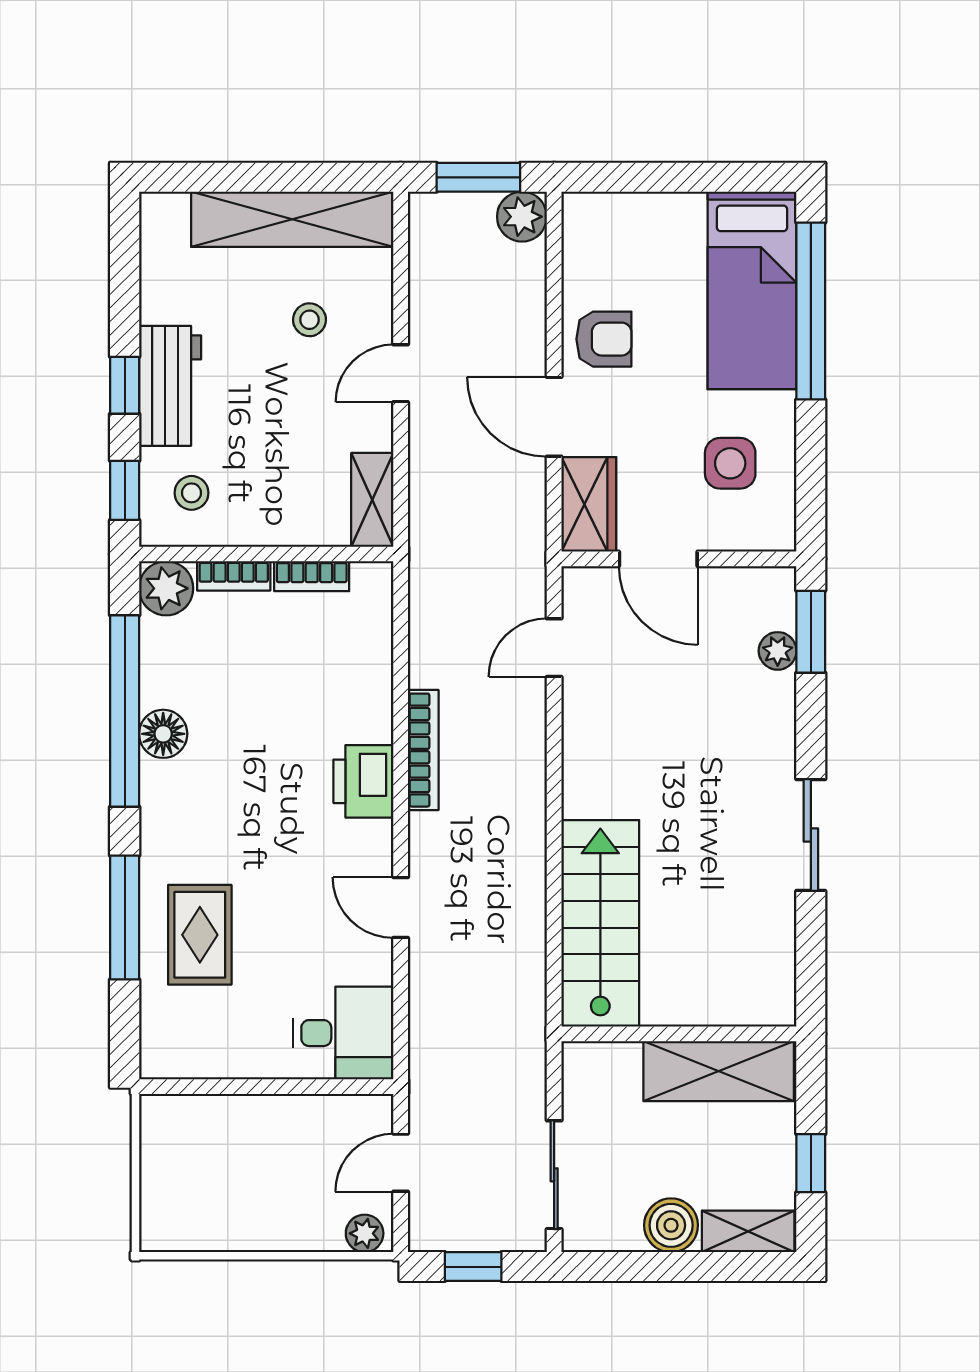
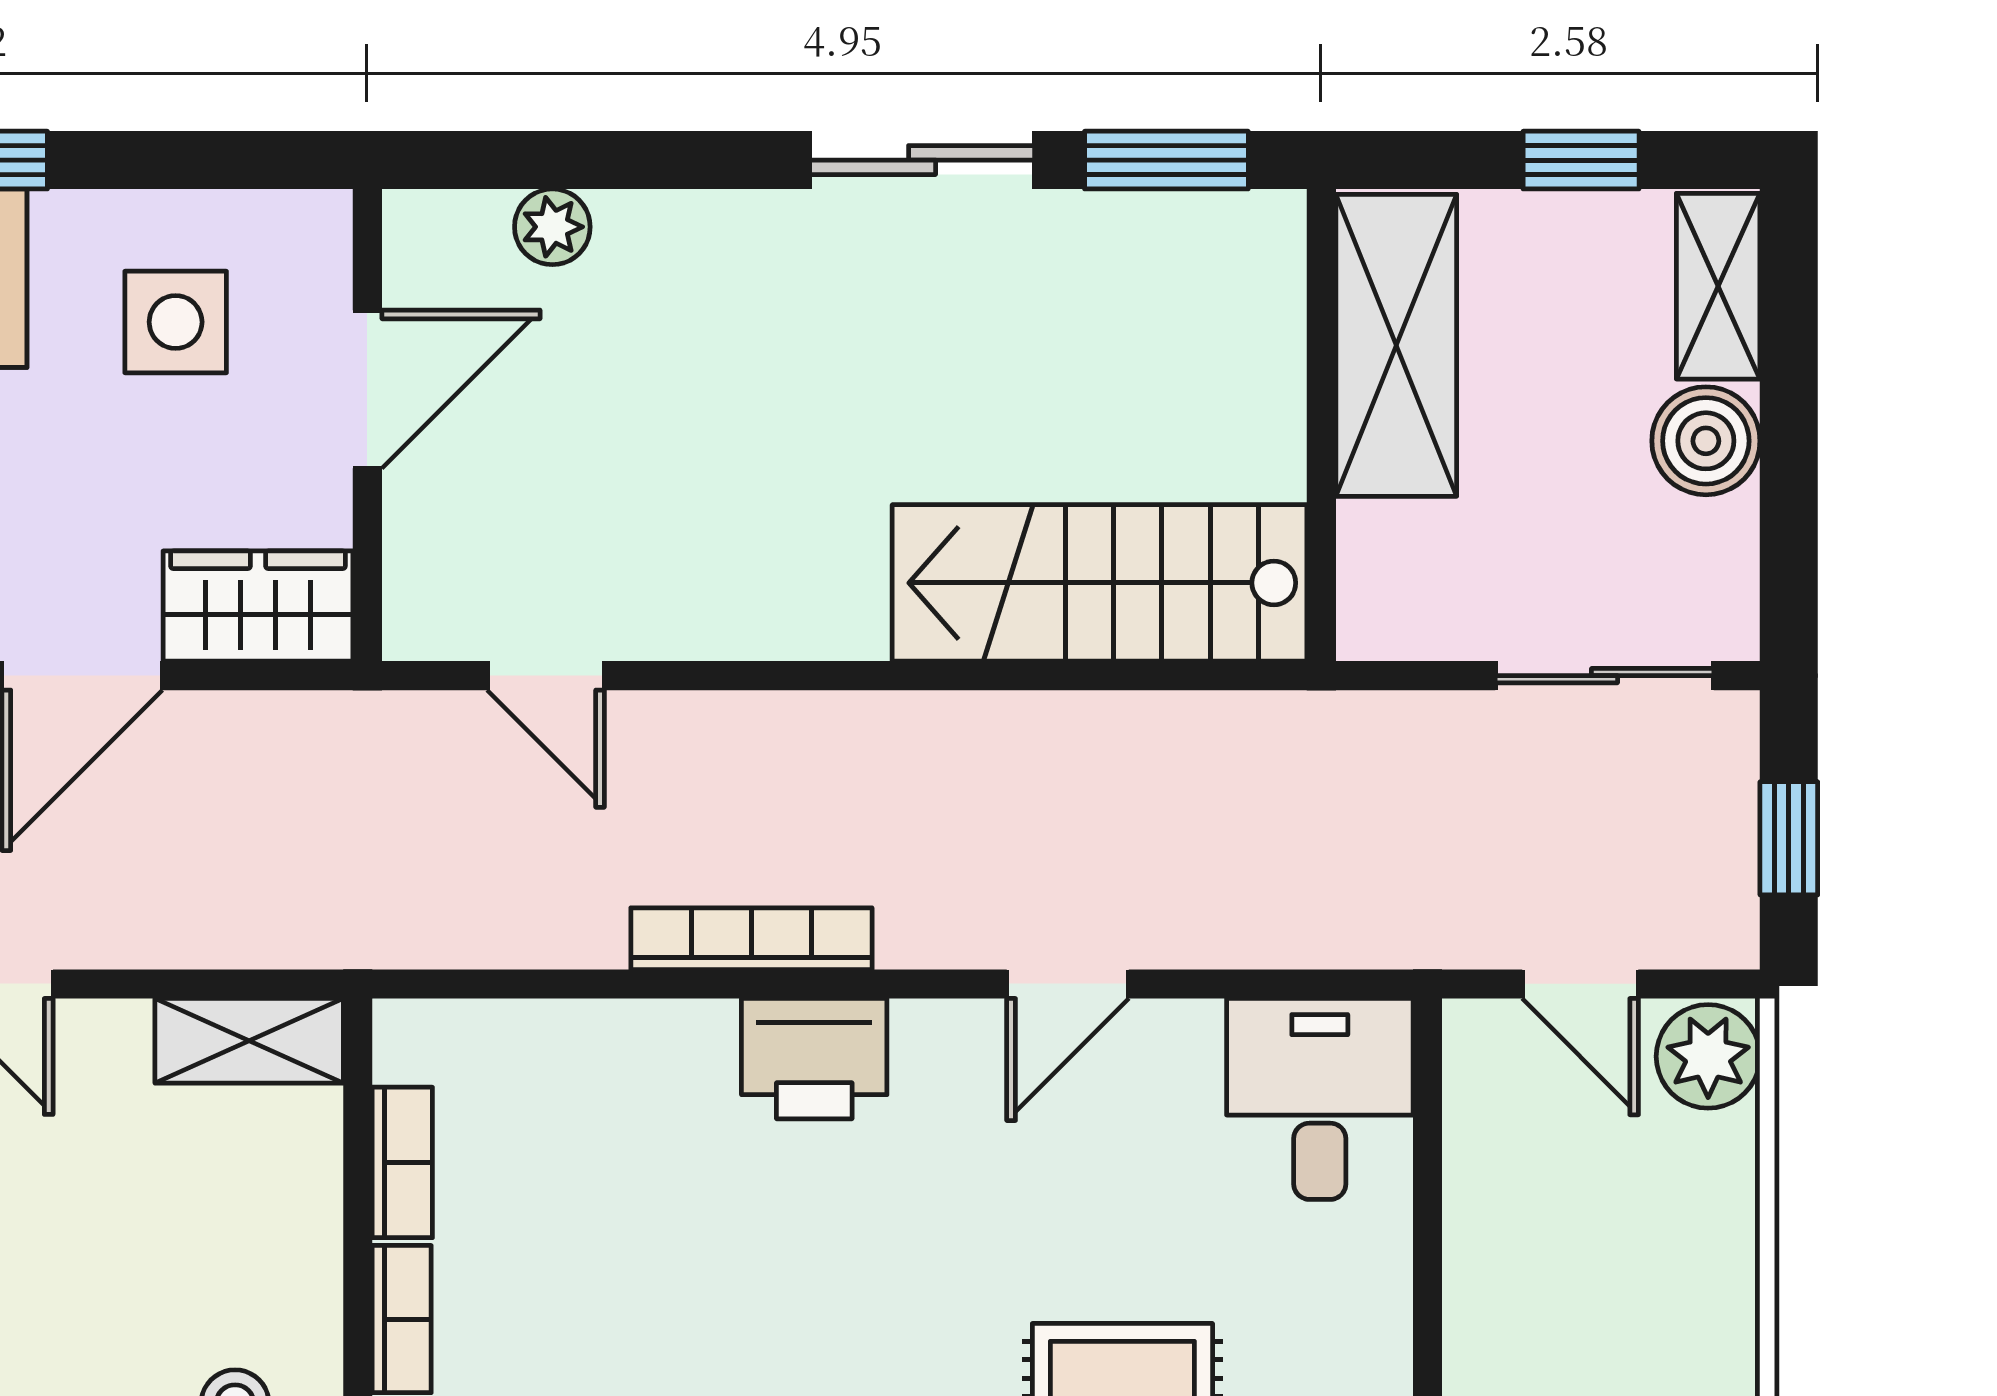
door: (658, 559) -> (367, 389), moved
window: (811, 632) -> (1166, 160), moved
plant: (365, 1233) -> (1708, 1056), width x1.38, depth x1.38

